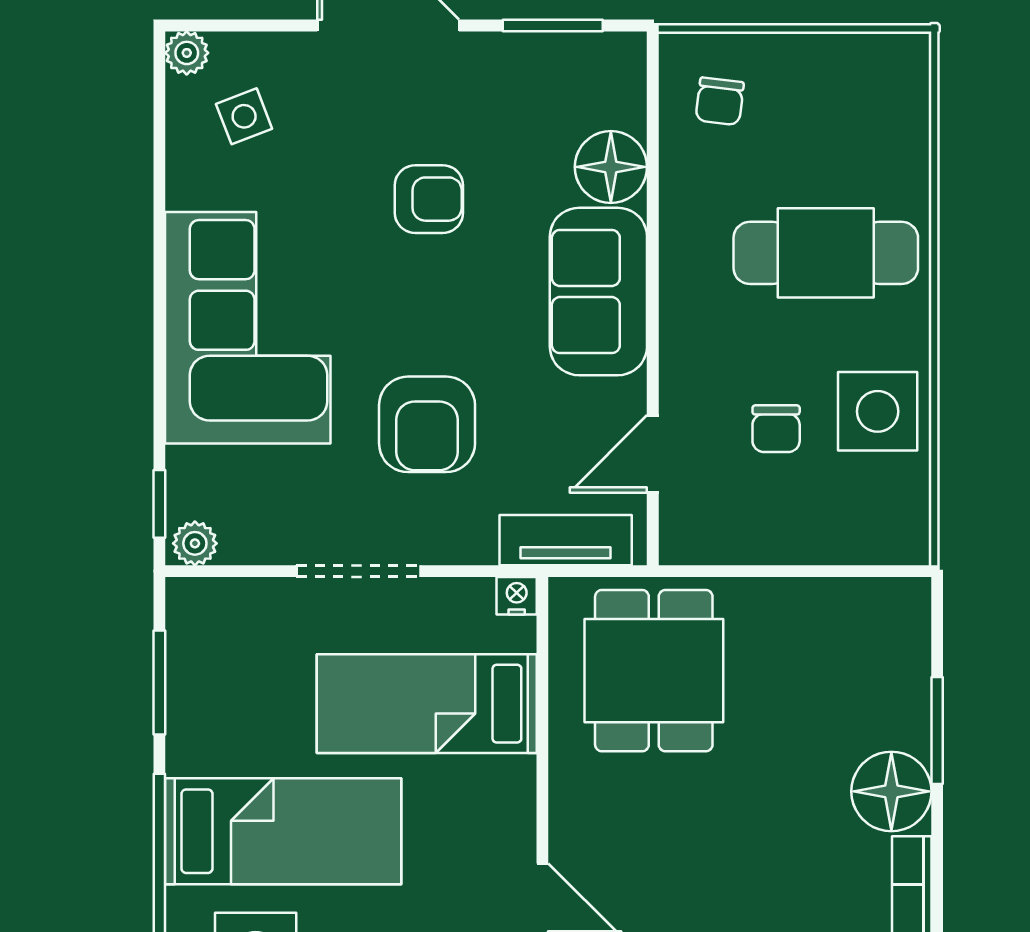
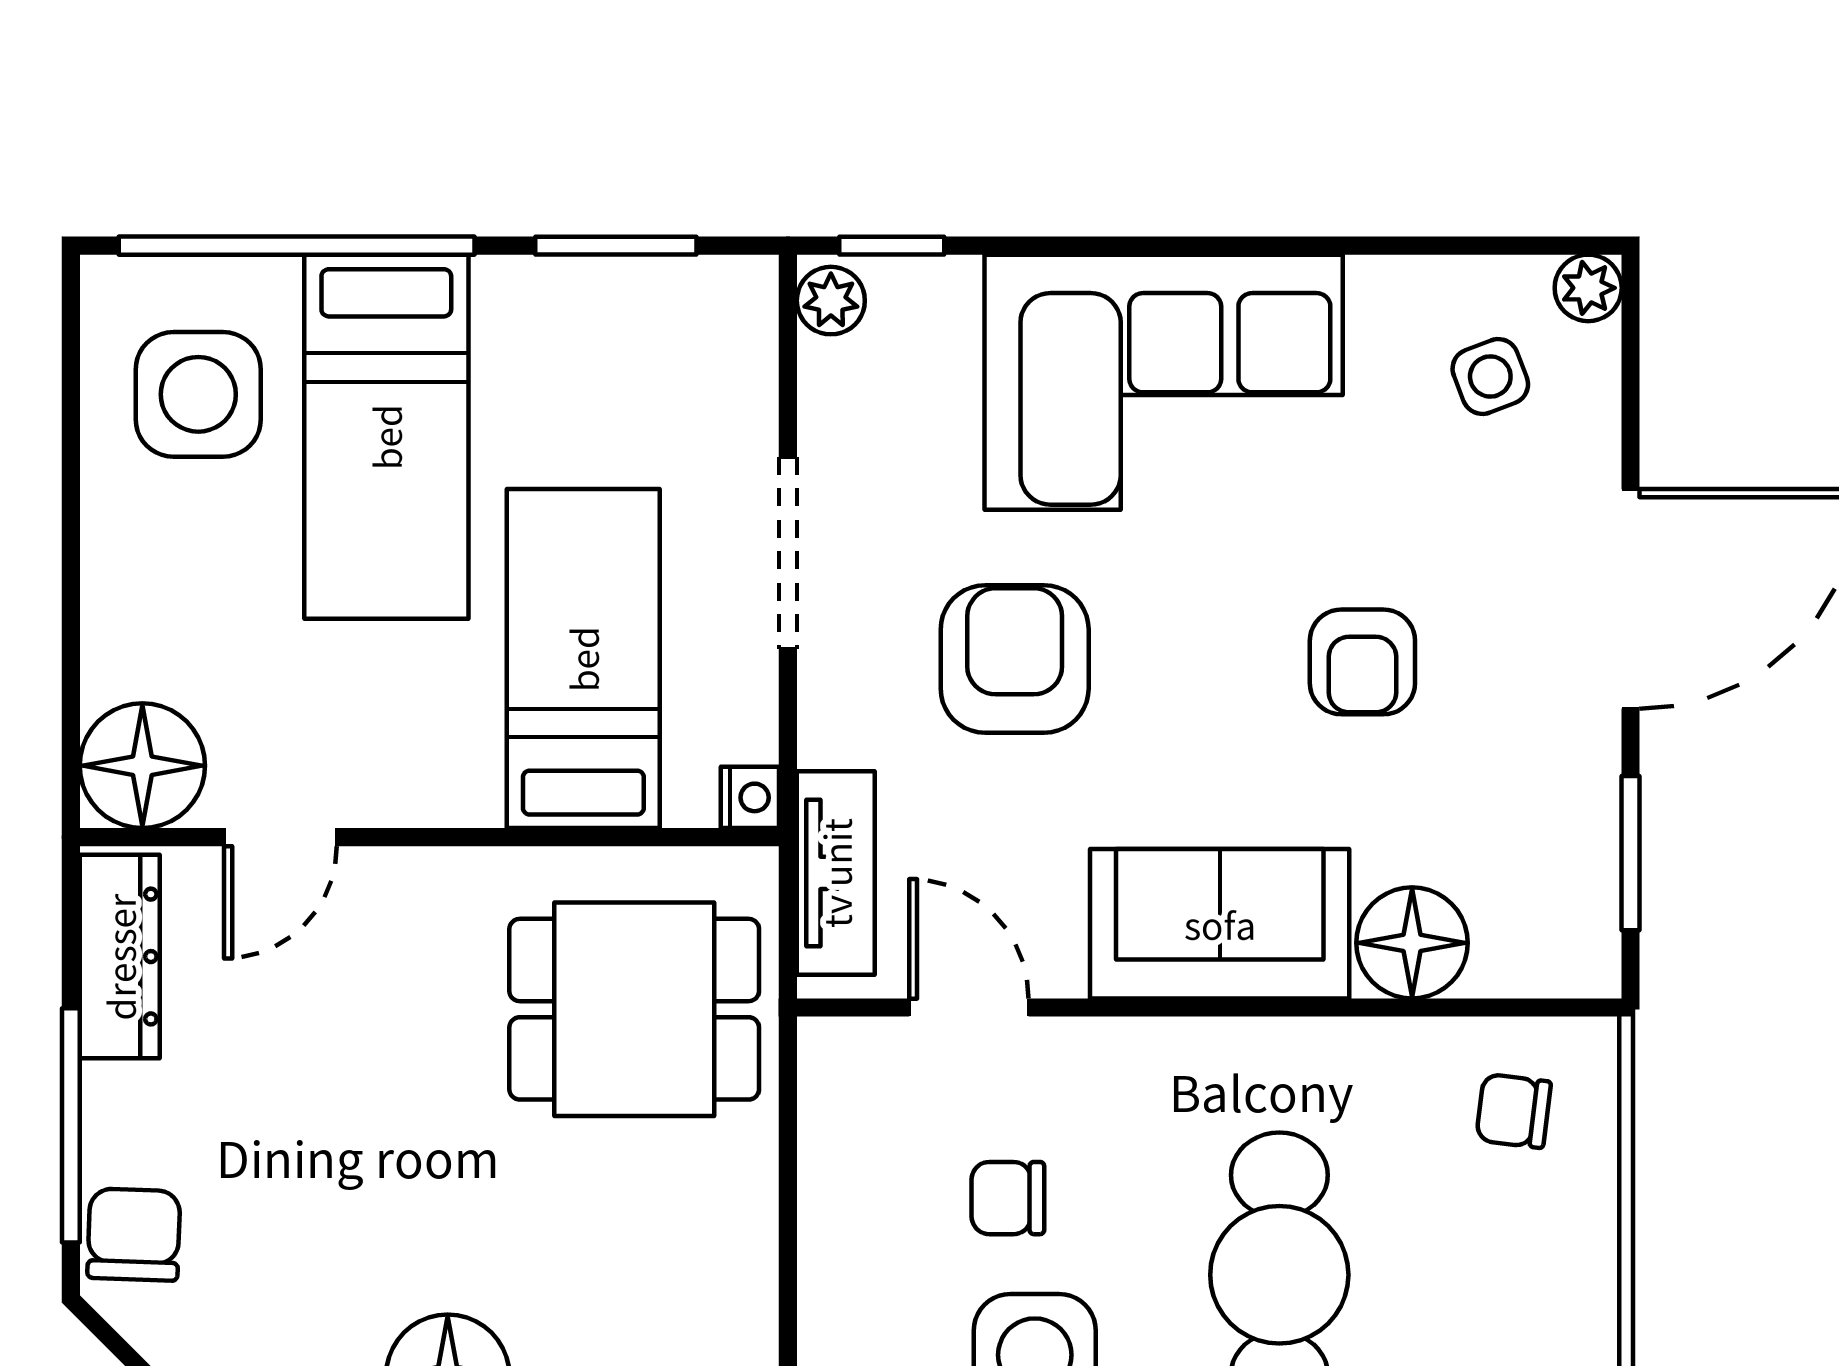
armchair: (427, 424) -> (1015, 659), turned 90

